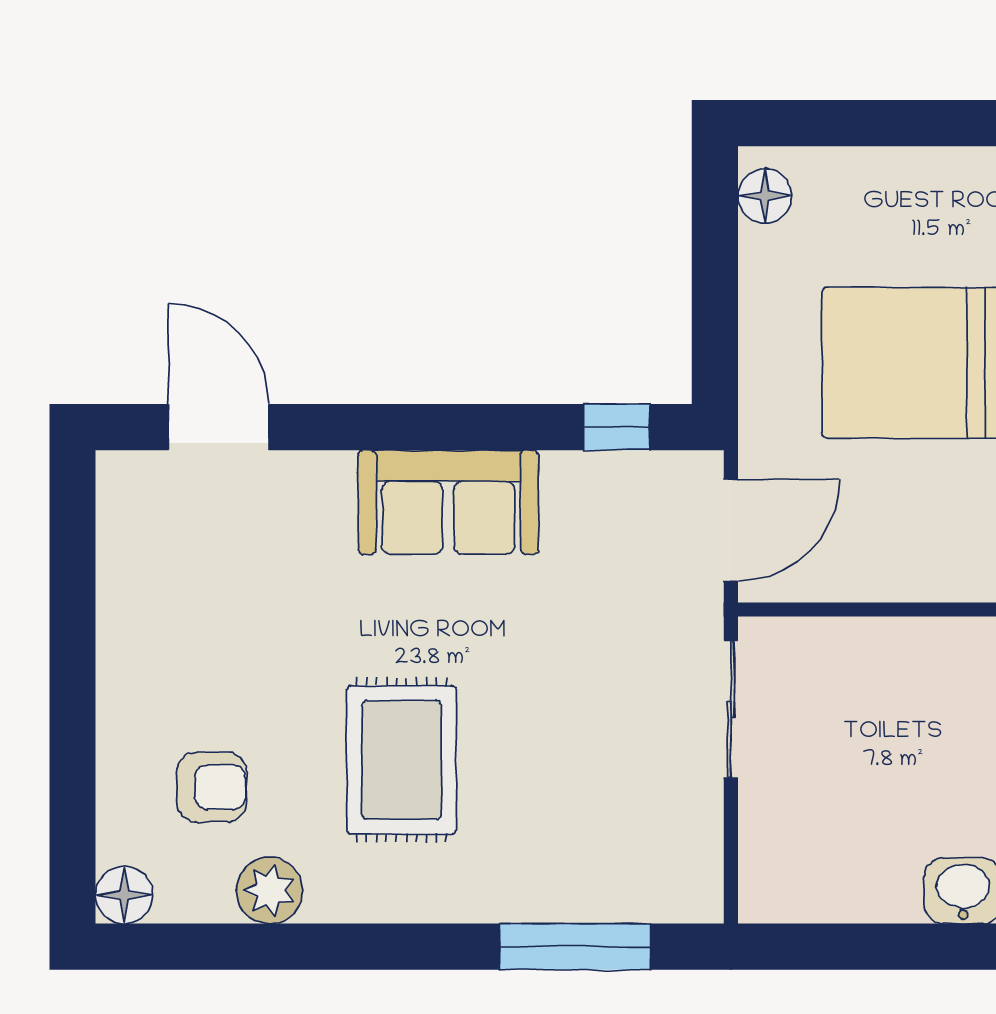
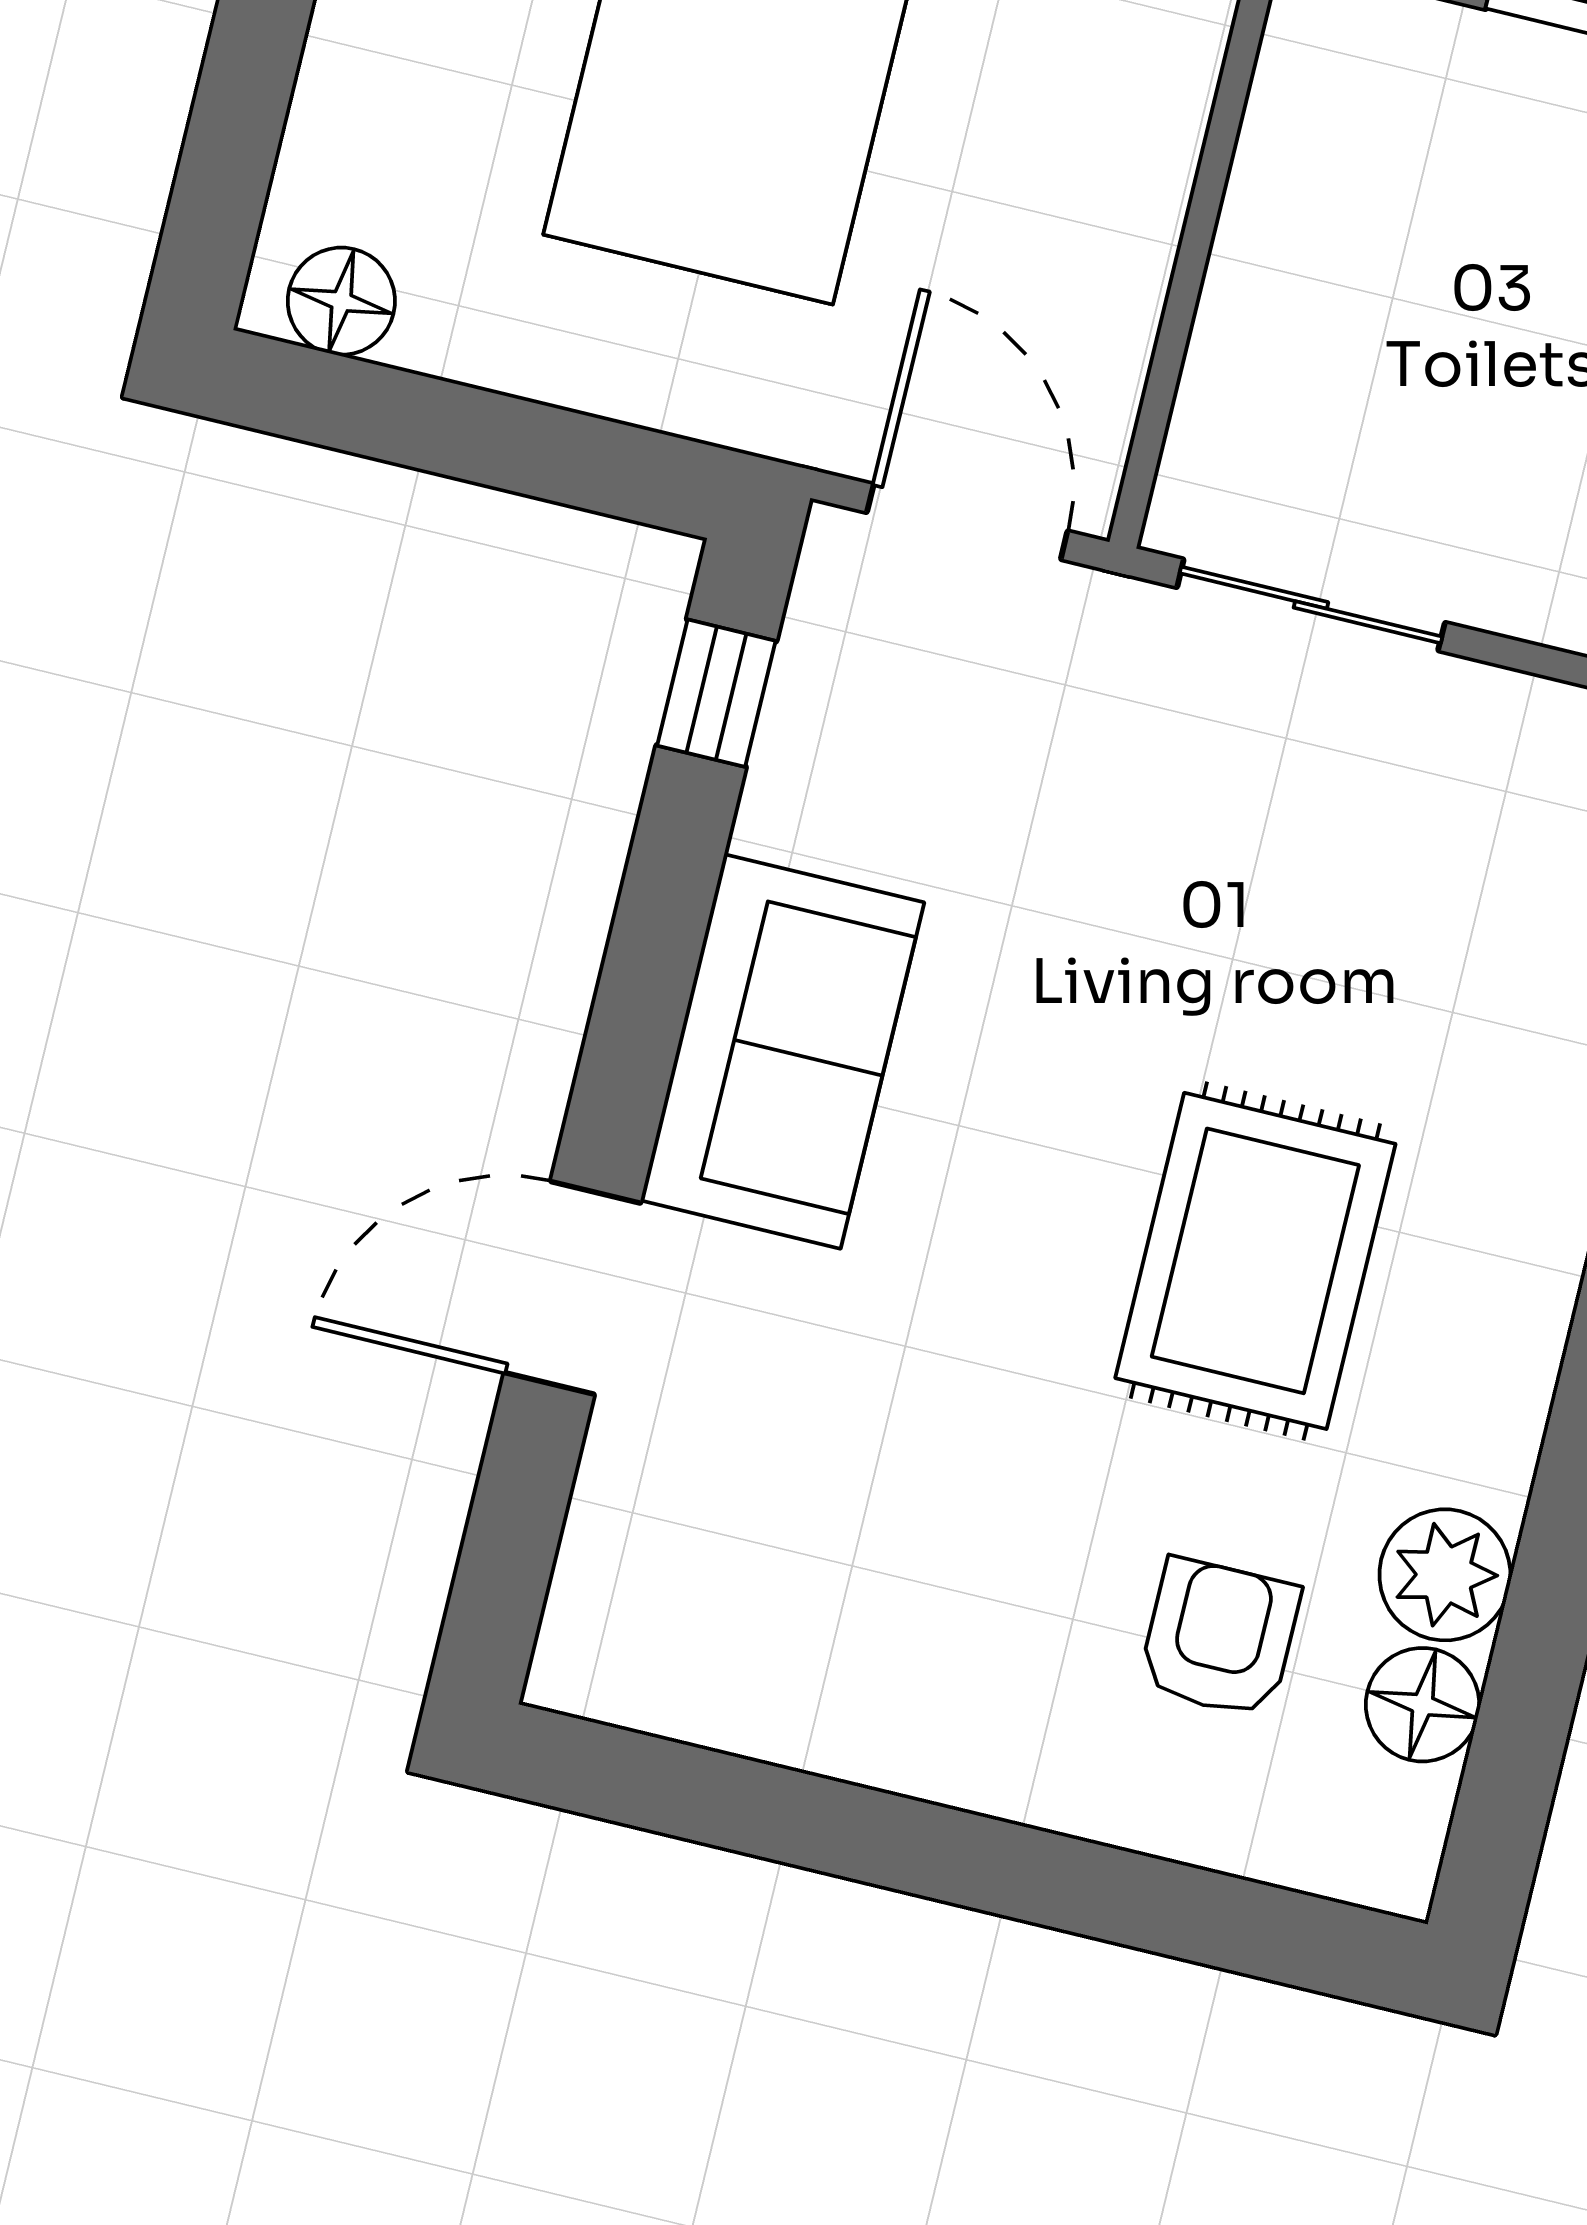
door: (219, 427) -> (573, 1288), moved
rug: (401, 760) -> (1255, 1261), turned 90
floor lamp: (124, 895) -> (1423, 1705), moved

